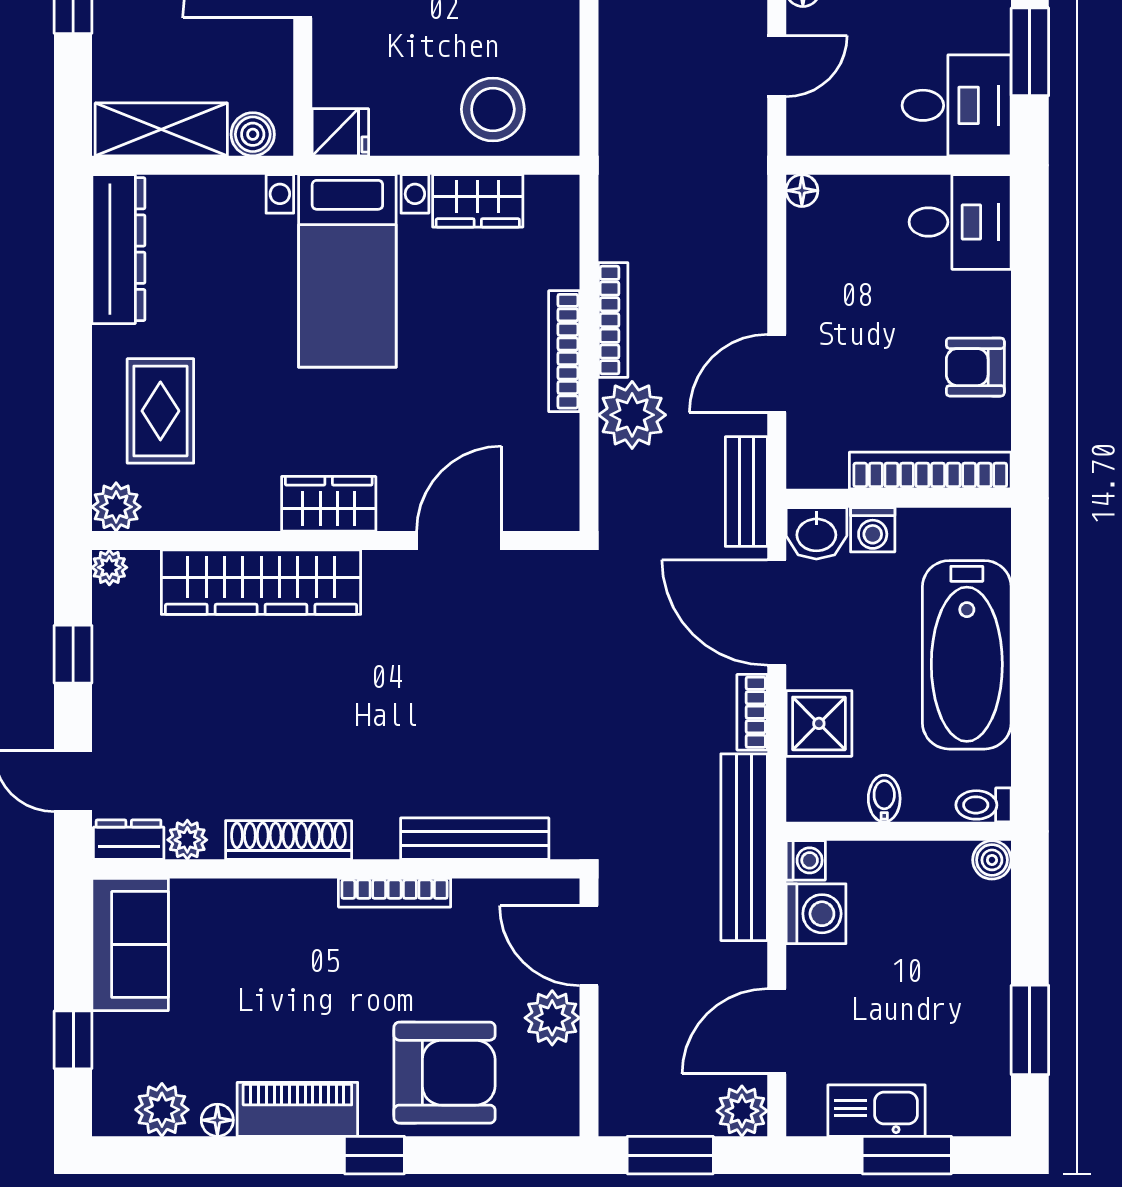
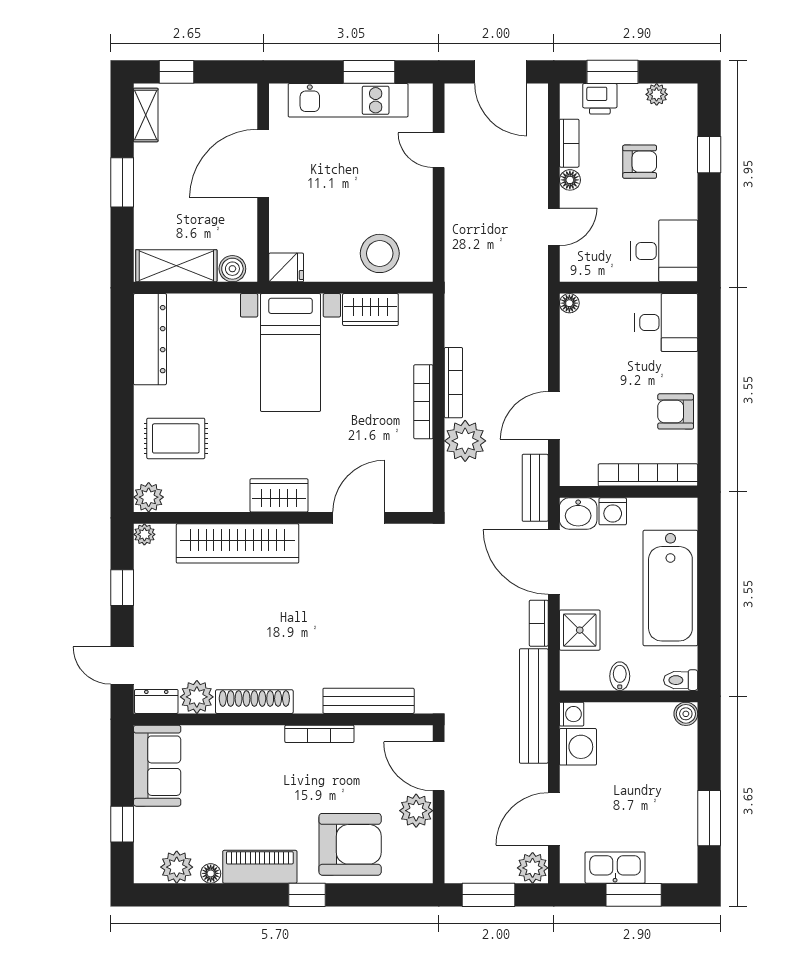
window: (1030, 52) -> (709, 218), removed
rug: (160, 411) -> (176, 438), turned 90
plant: (187, 840) -> (197, 697), width x1.38, depth x1.38

